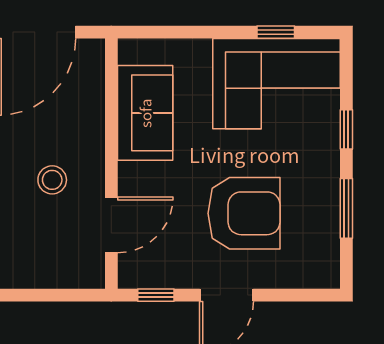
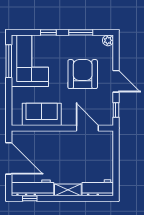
window: (276, 32) -> (9, 61), width x2.17
stool: (52, 180) -> (69, 152), removed
plant: (327, 276) -> (108, 40), added

